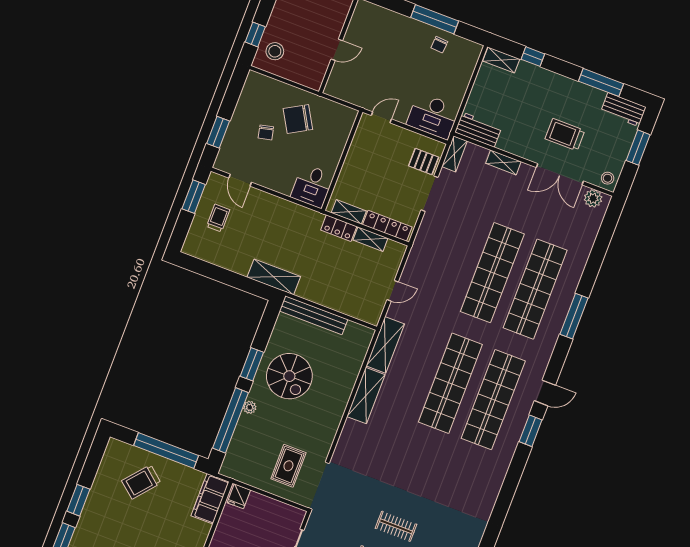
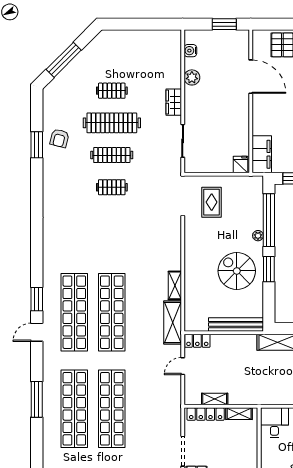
locker: (339, 228) -> (197, 341), moved, turned 180
shelving: (366, 396) -> (175, 285), width x0.67, depth x0.75

